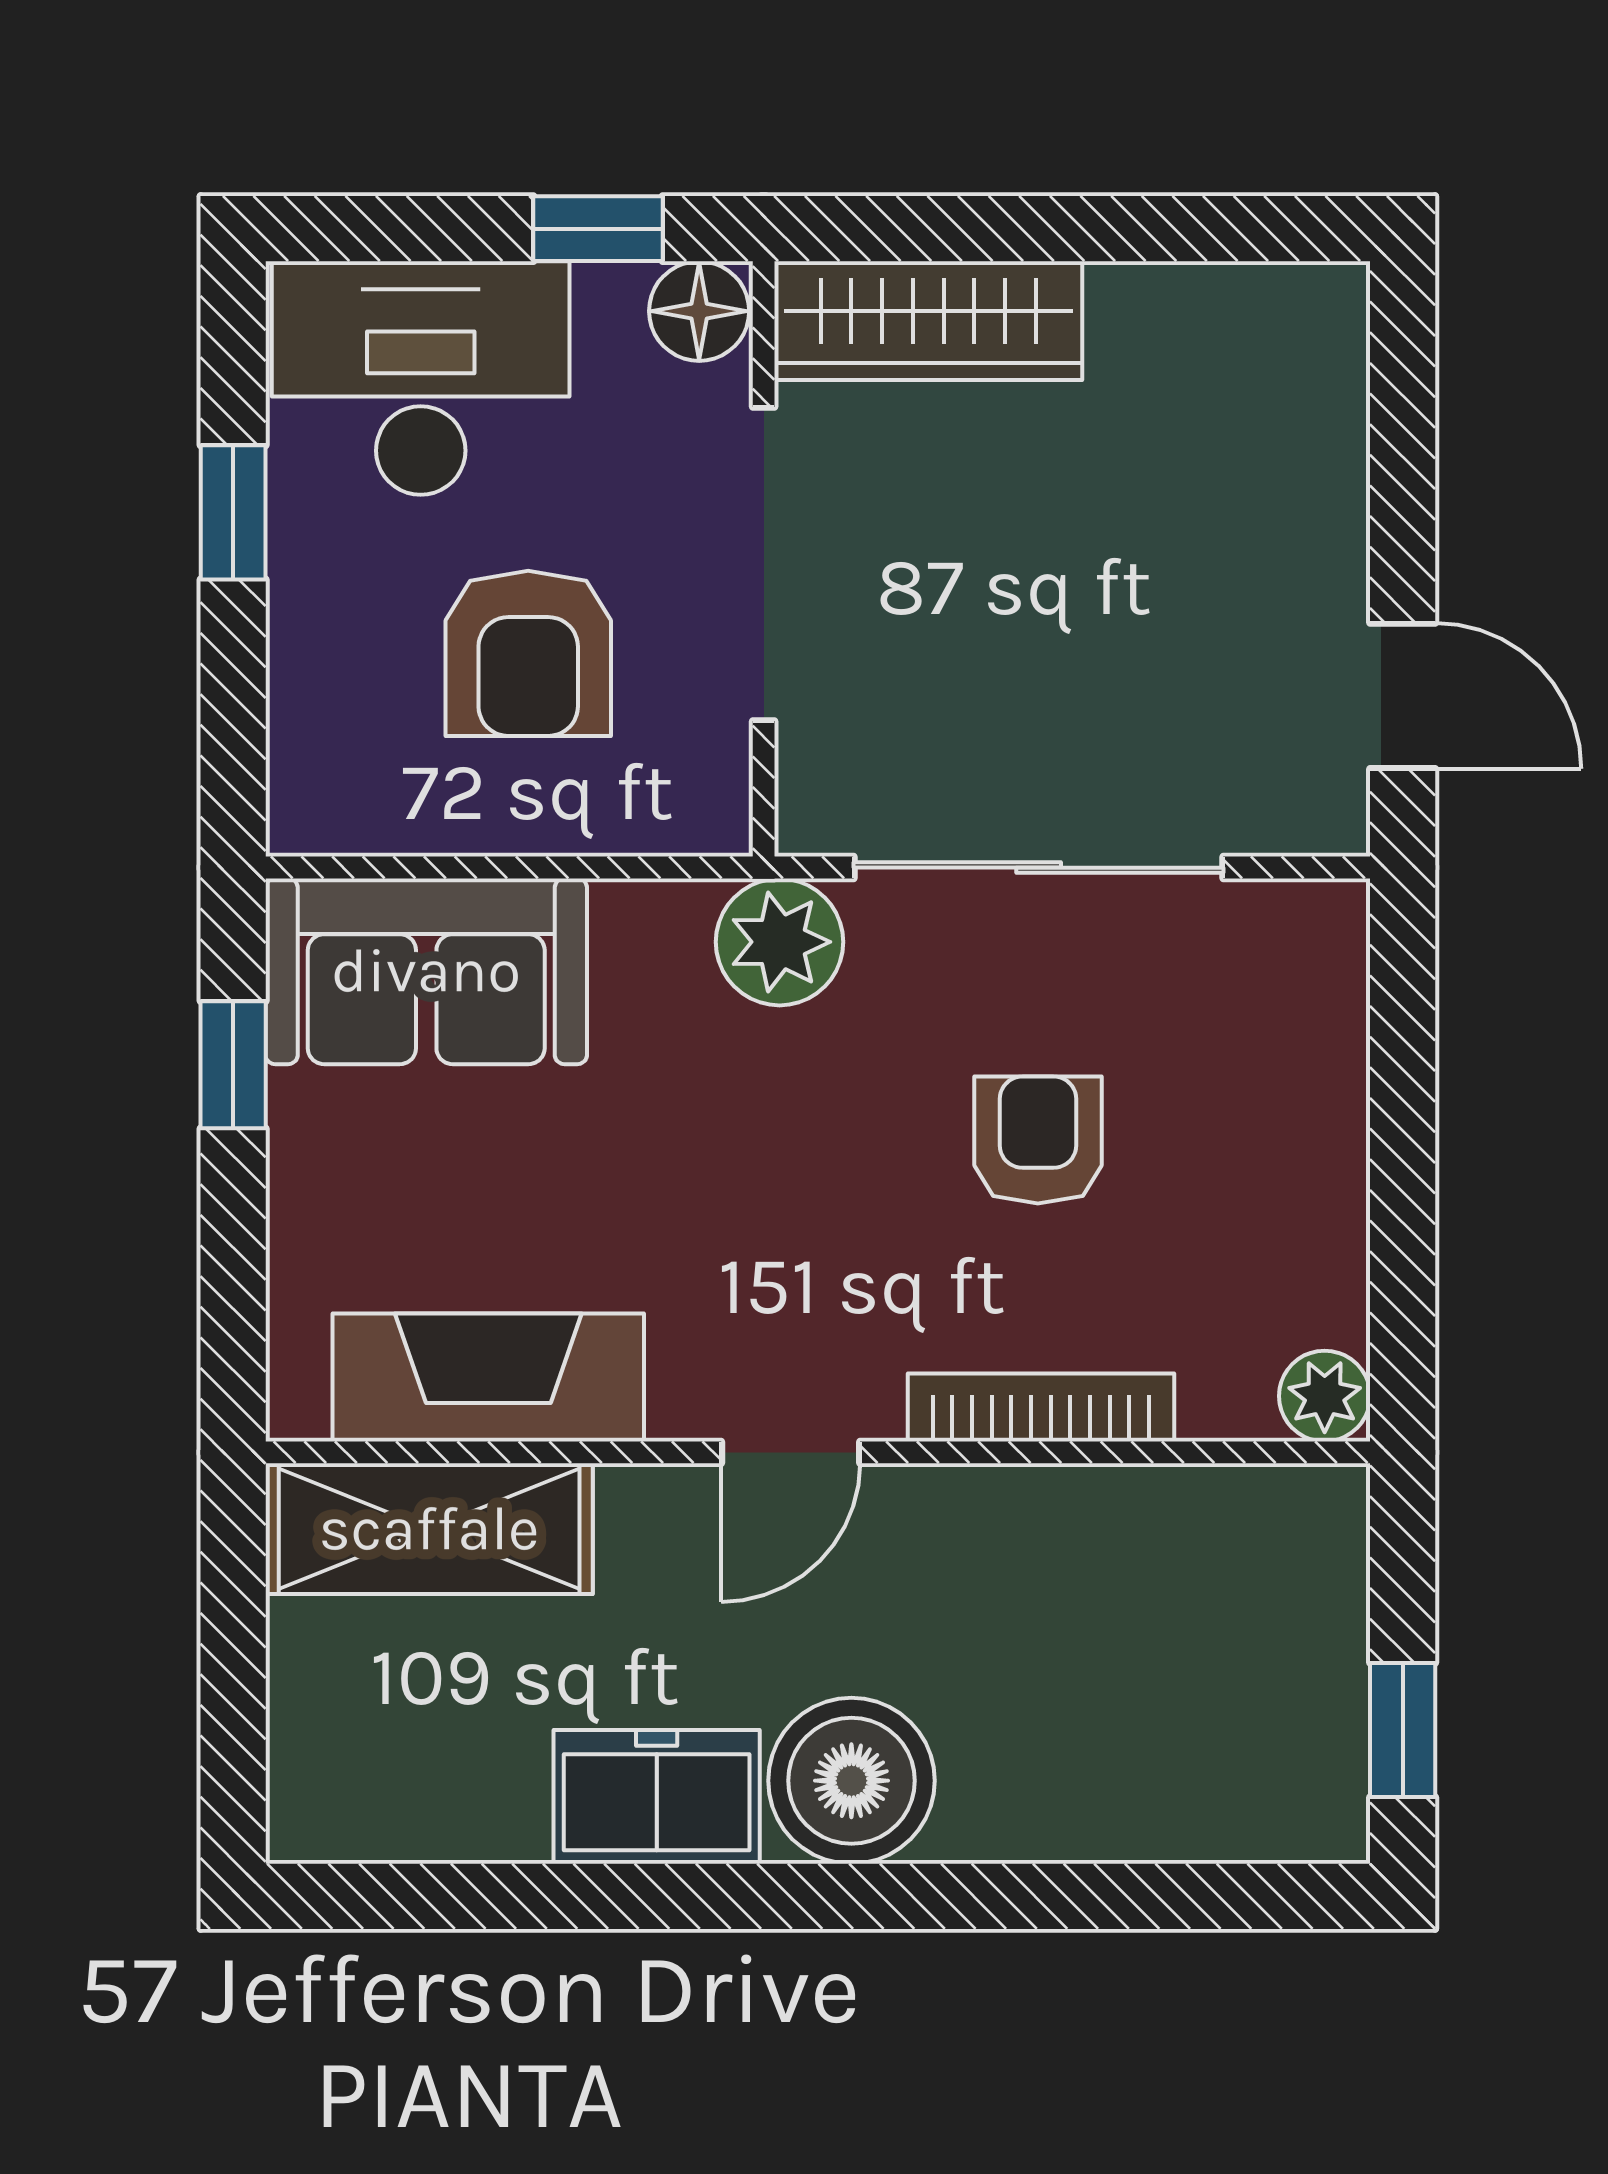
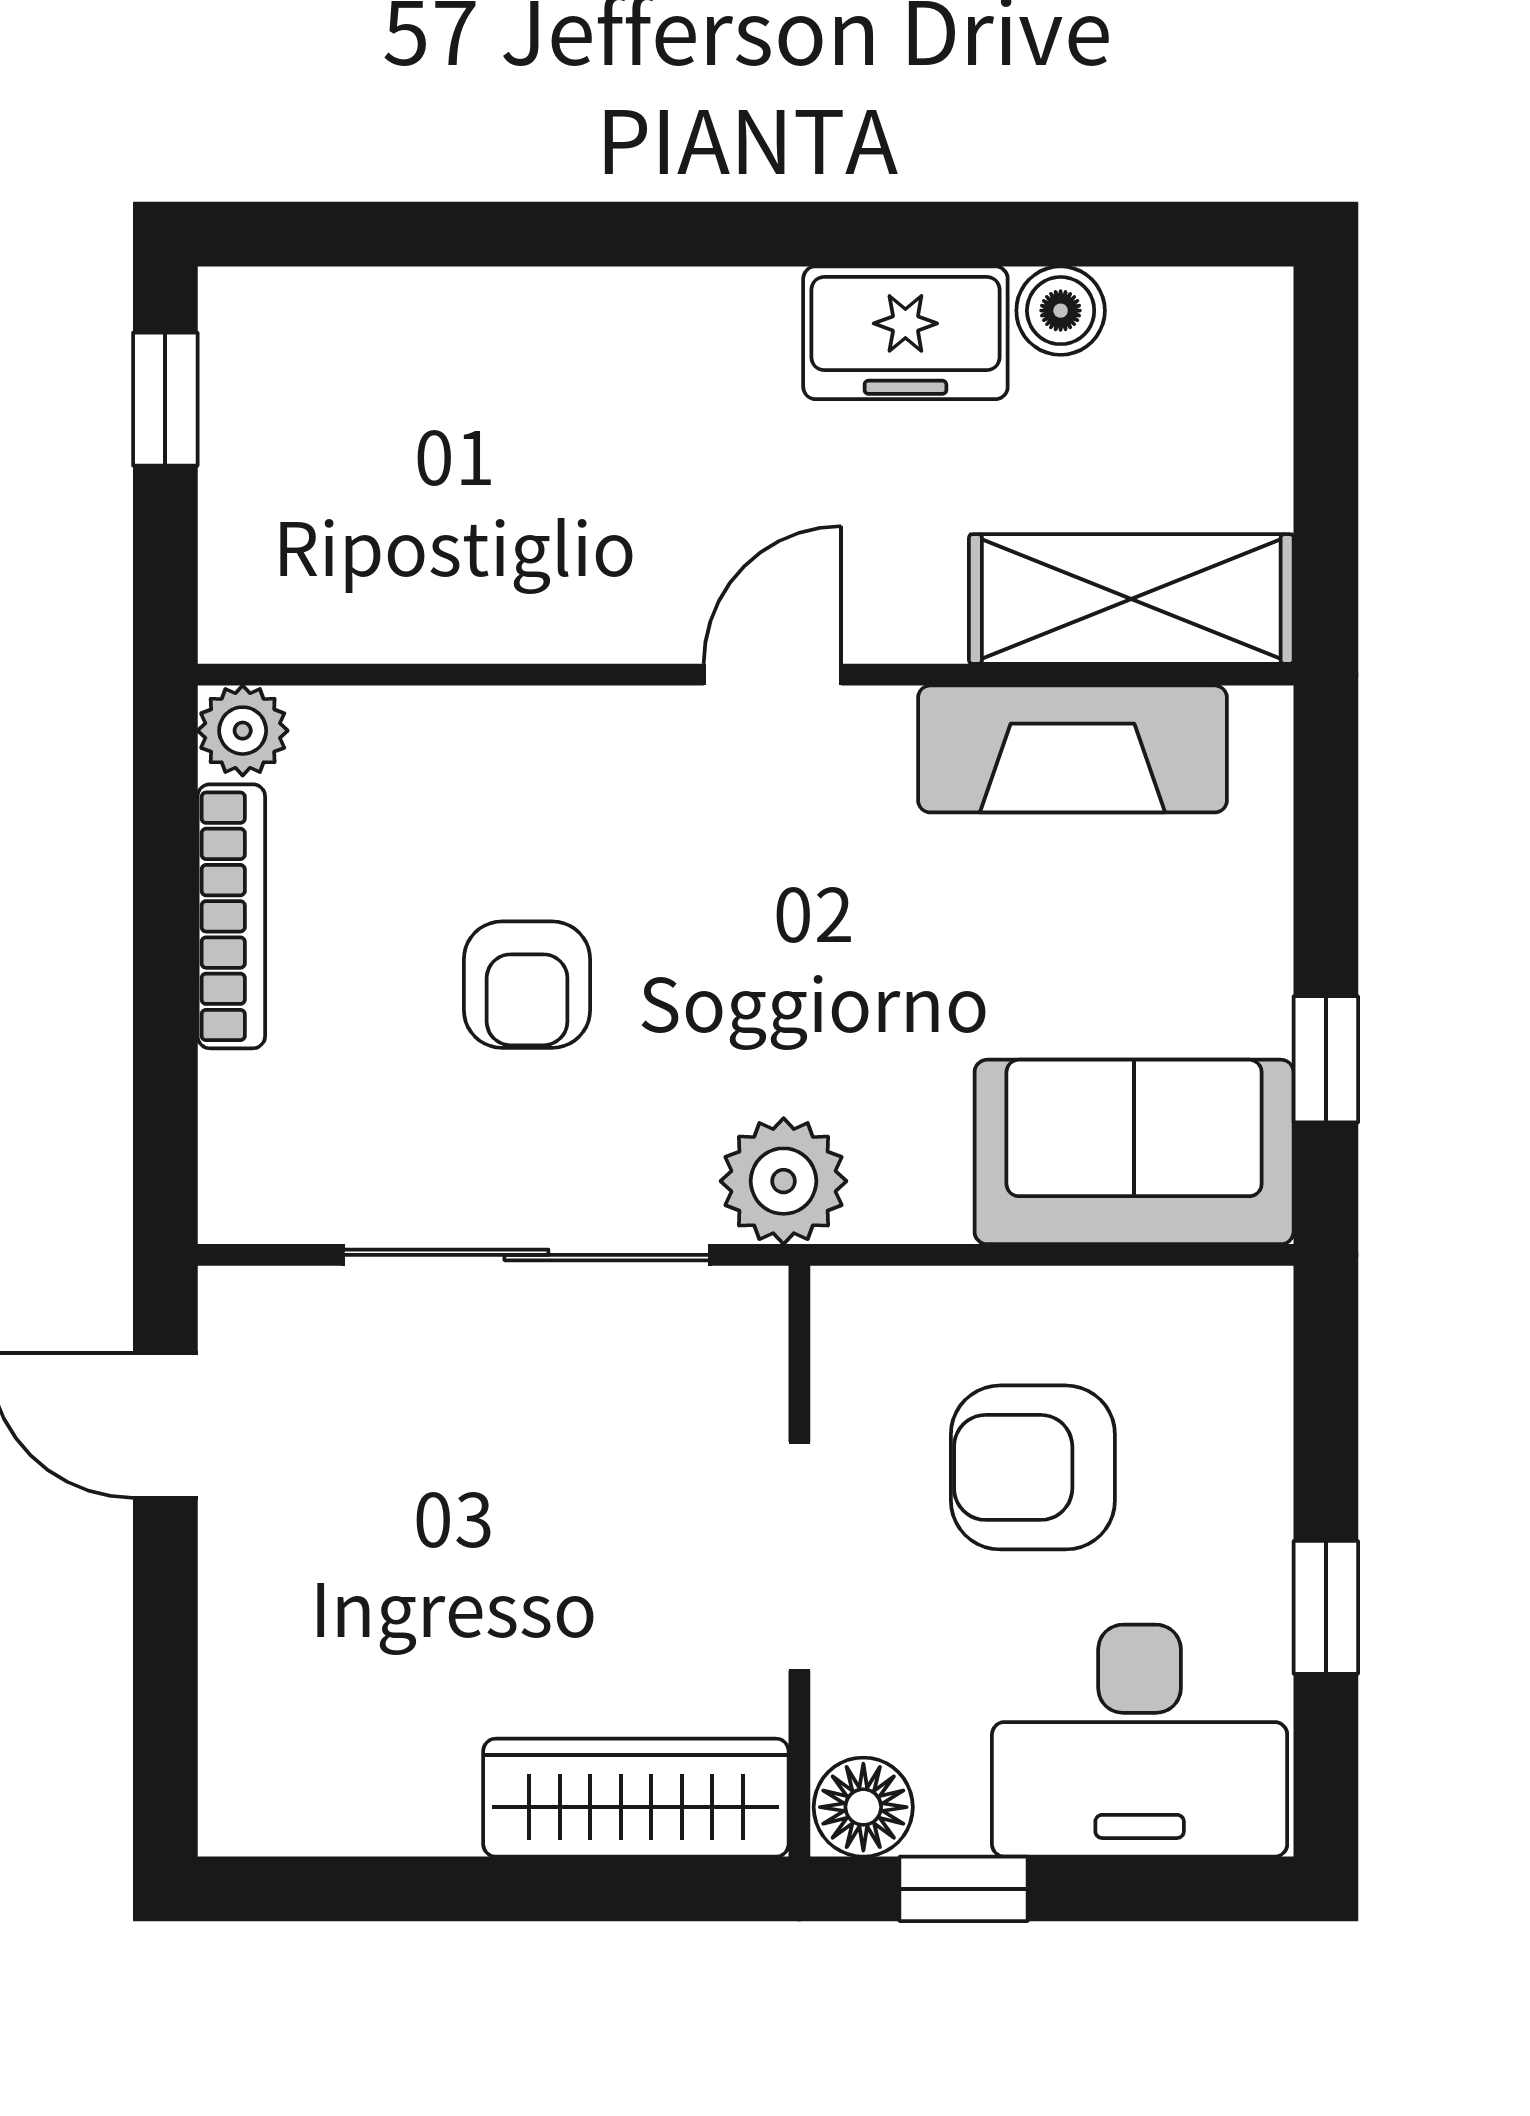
doorway: (764, 564) -> (799, 1556), width x0.73
armchair: (528, 653) -> (1033, 1467), turned -90
bookcase: (1041, 1407) -> (231, 916), moved, turned -90
boiler: (851, 1781) -> (1061, 311), moved, width x0.54, depth x0.54

